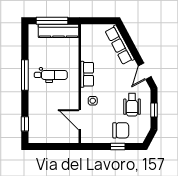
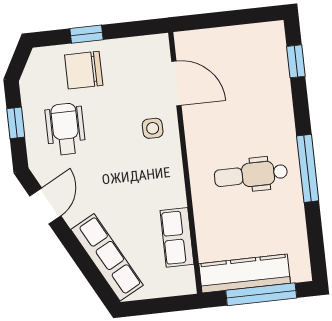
row of seats: (87, 74) -> (177, 237), moved

